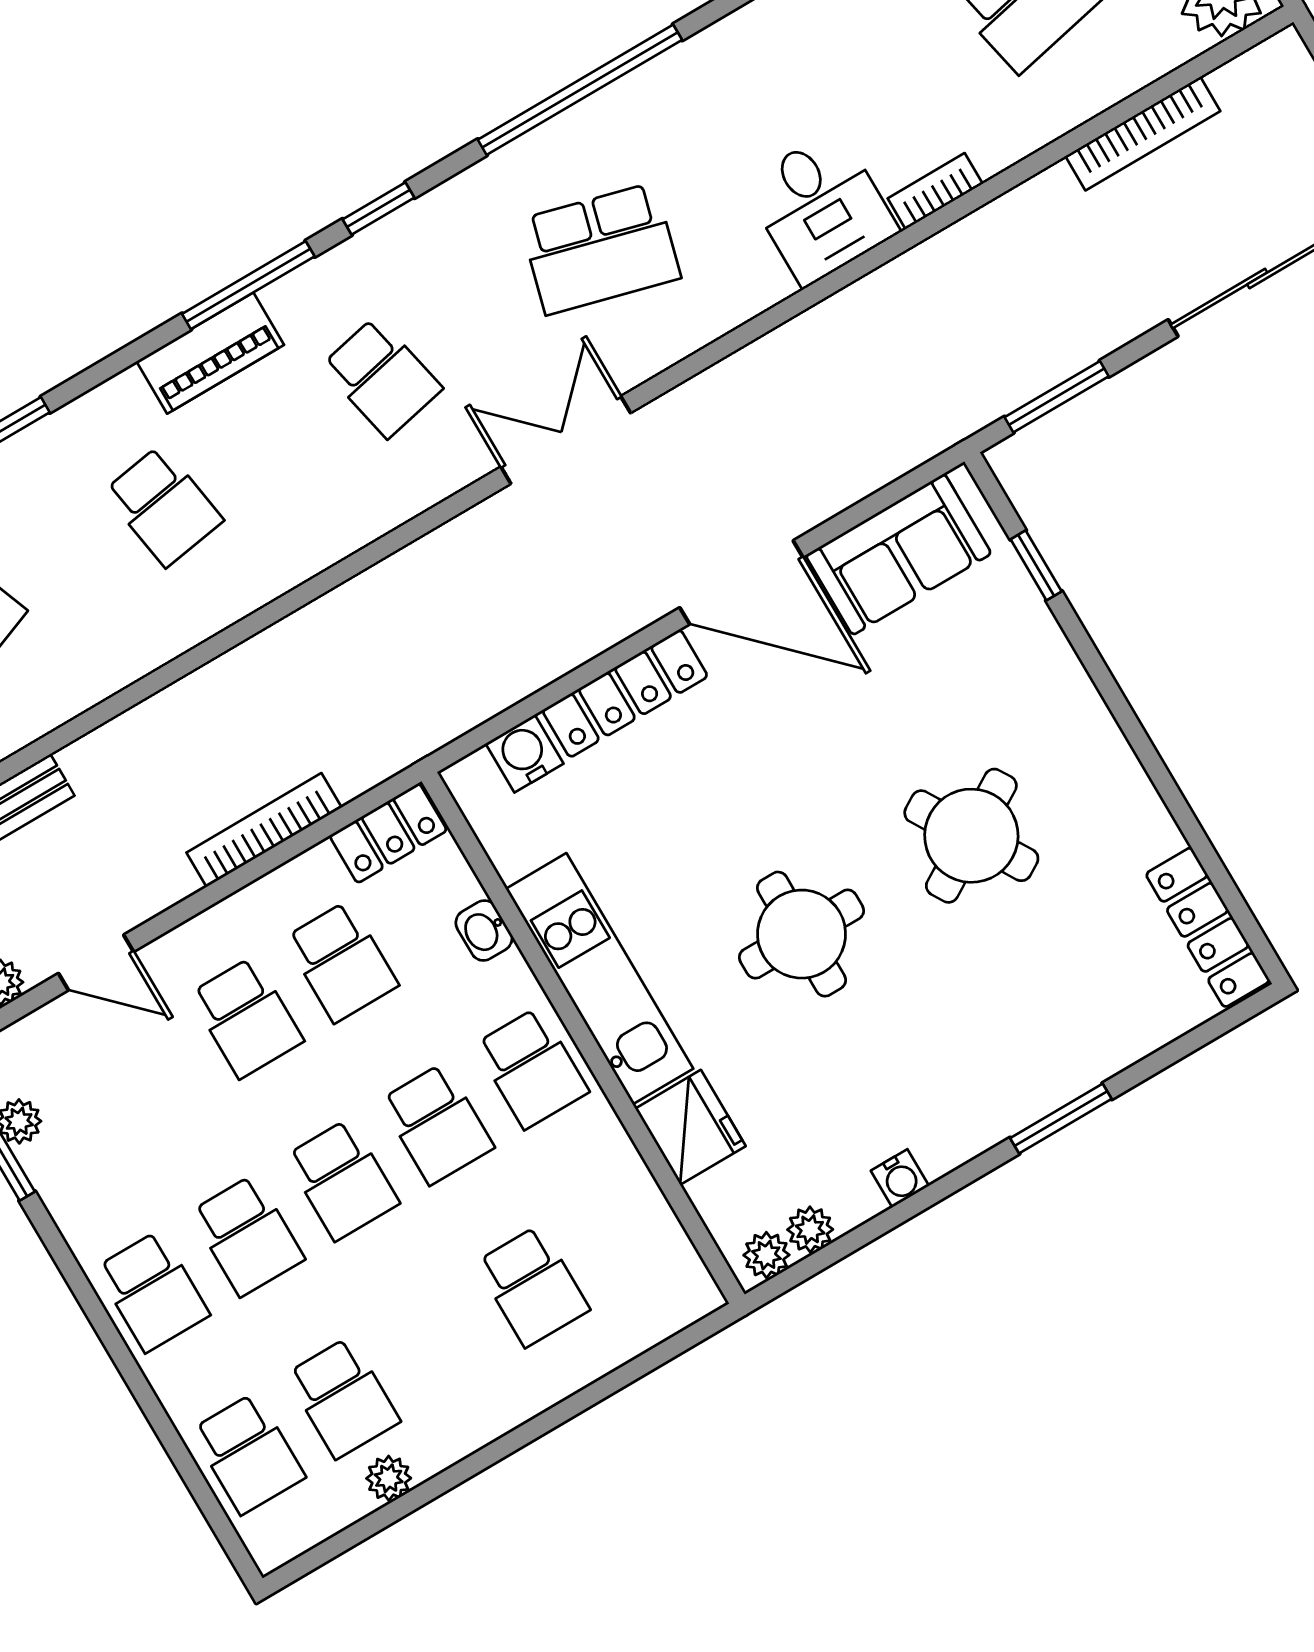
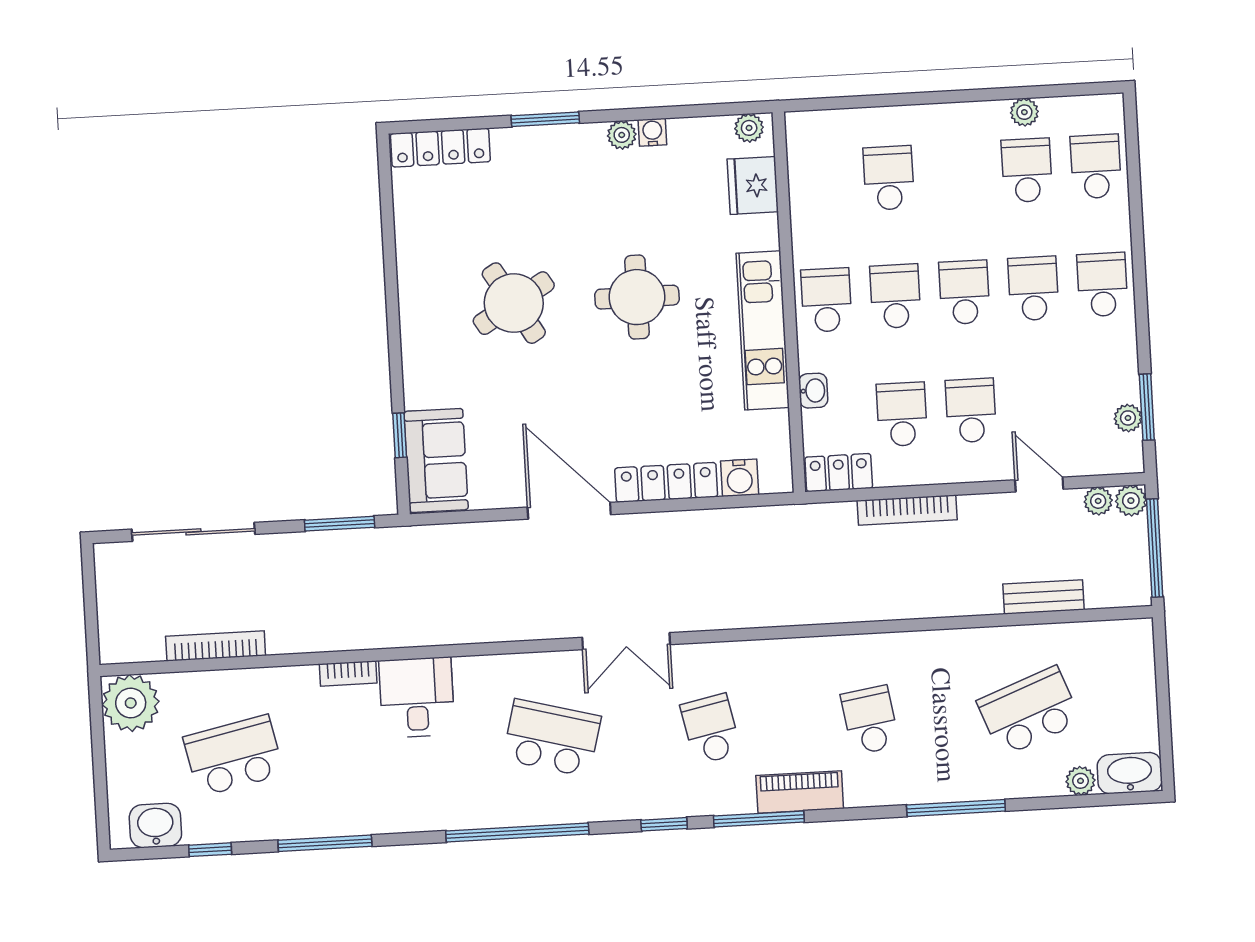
sofa: (898, 554) -> (436, 460), moved, turned 90
locker: (1208, 927) -> (440, 148), moved, turned 90
fridge: (690, 1127) -> (753, 185), moved
plant: (810, 1229) -> (622, 135), moved

